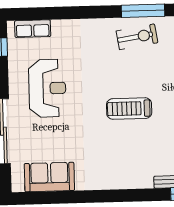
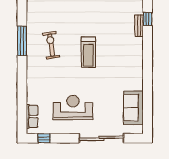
exercise bike: (137, 37) -> (51, 45), moved

